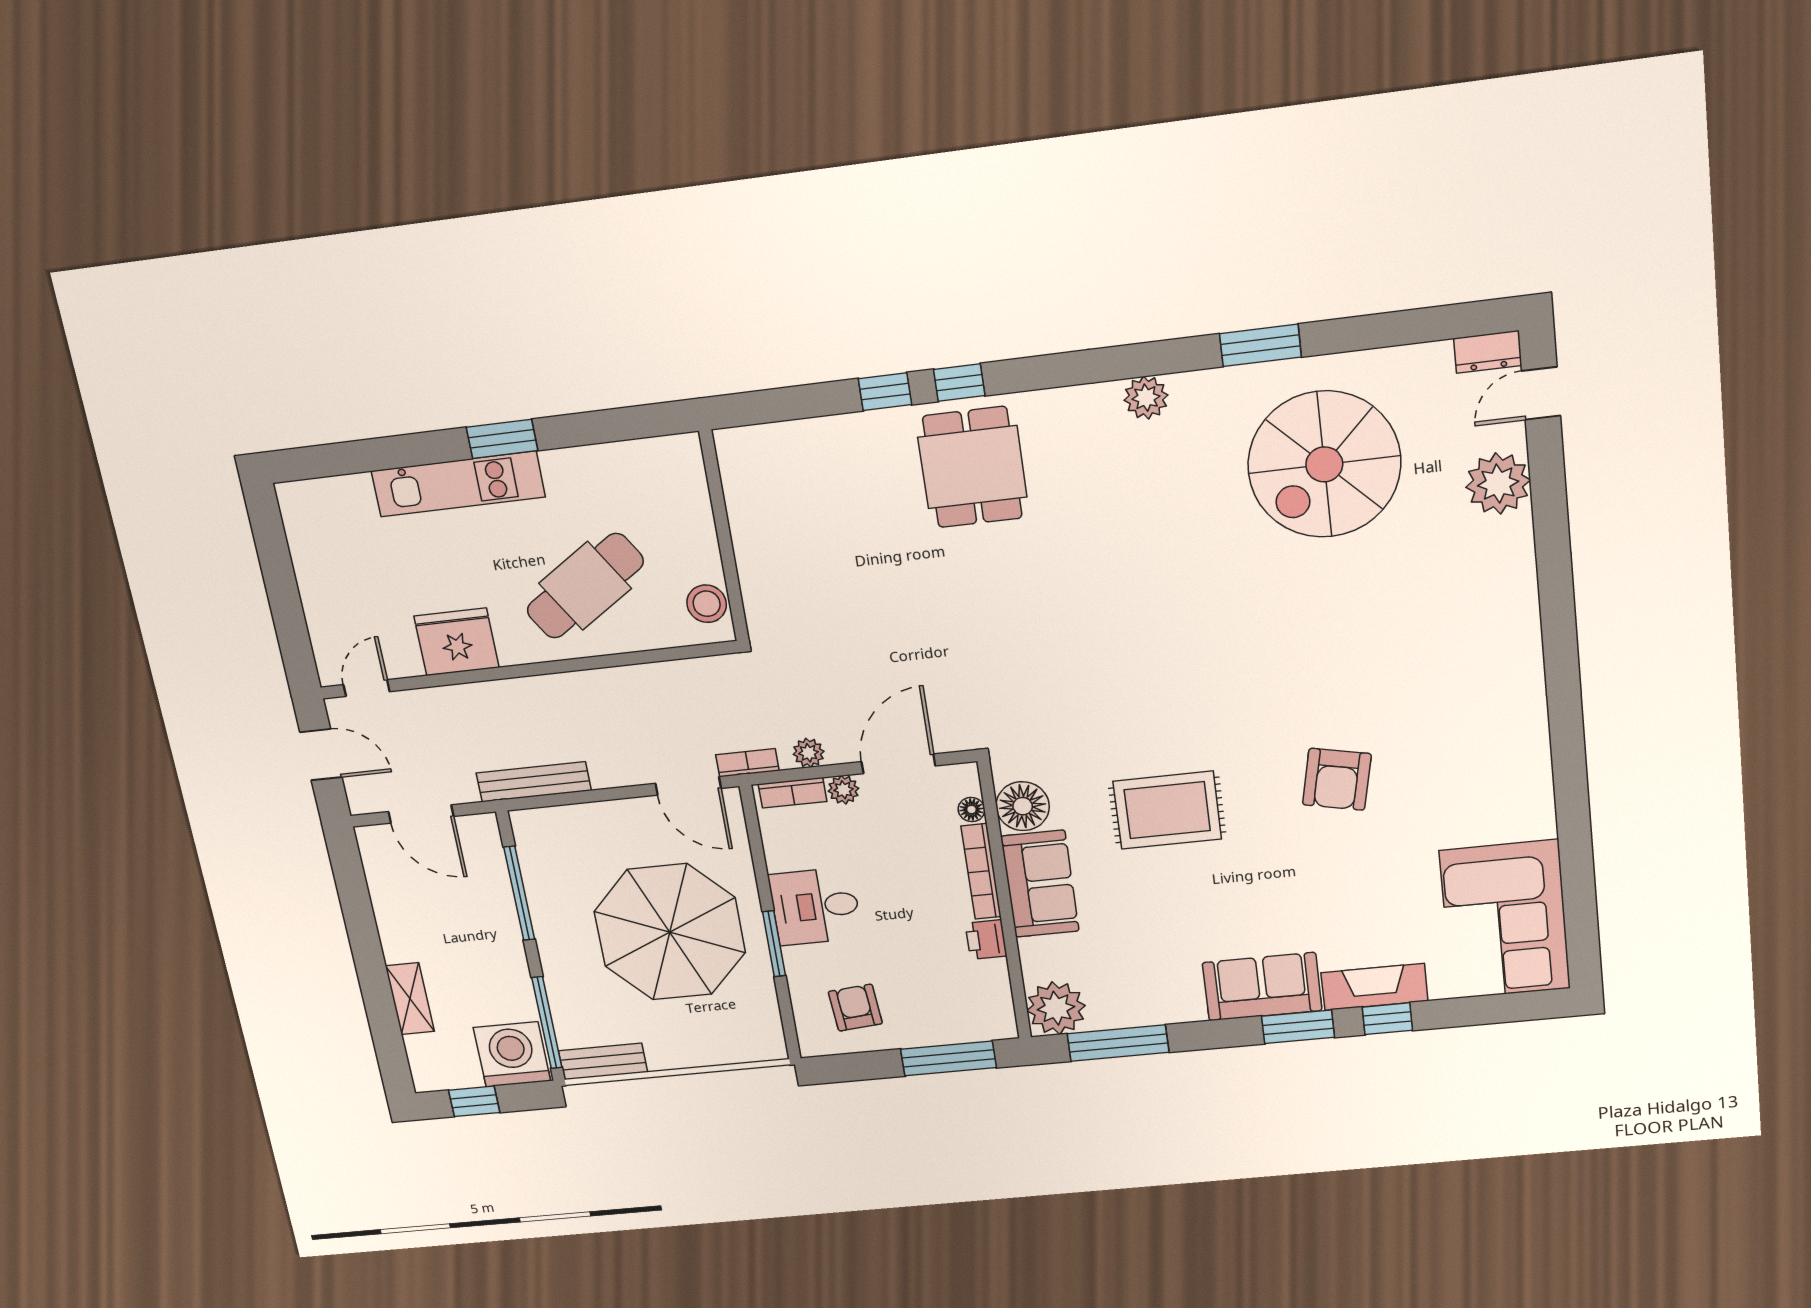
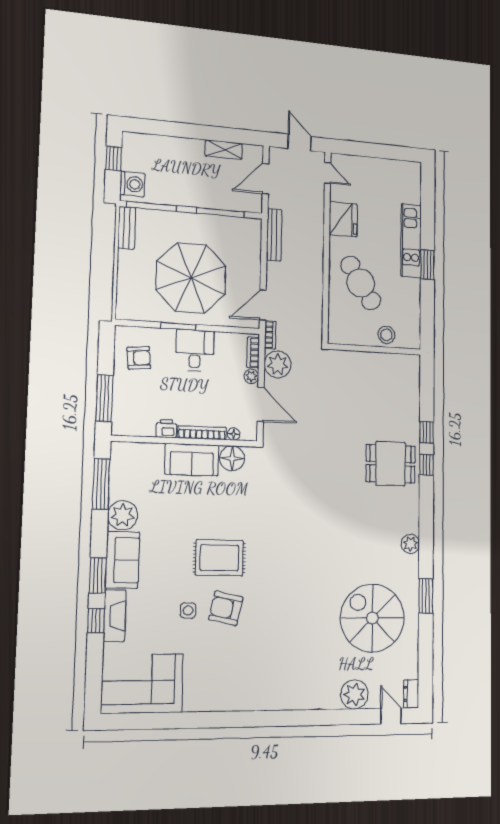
stool: (707, 604) -> (386, 335), moved
plant: (809, 753) -> (278, 364), width x1.88, depth x1.88
door: (321, 755) -> (300, 143), swing flipped
rug: (1167, 810) -> (219, 558), moved, turned 90
side table: (1349, 852) -> (188, 610), added
shelving: (410, 999) -> (224, 150), moved
plant: (1056, 1008) -> (123, 515), moved
washing machine: (512, 1054) -> (132, 184), width x0.73, depth x0.73

